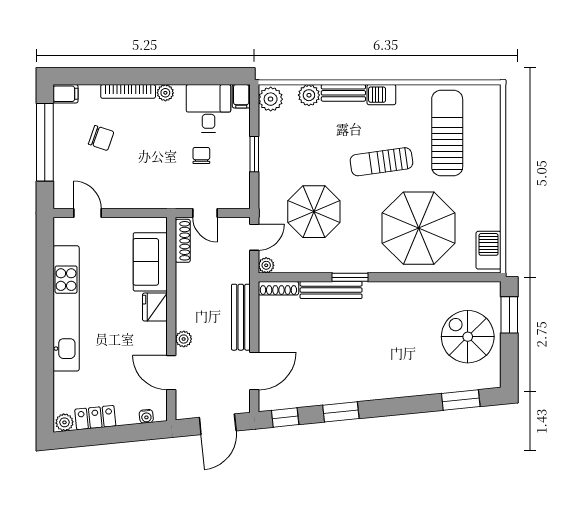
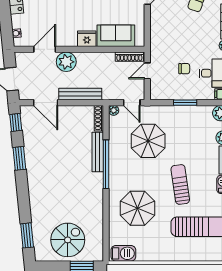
parasol: (419, 228) -> (137, 208), width x0.73, depth x0.73
window: (350, 277) -> (106, 164), width x2.11
plant: (184, 339) -> (66, 62), width x1.87, depth x1.87

